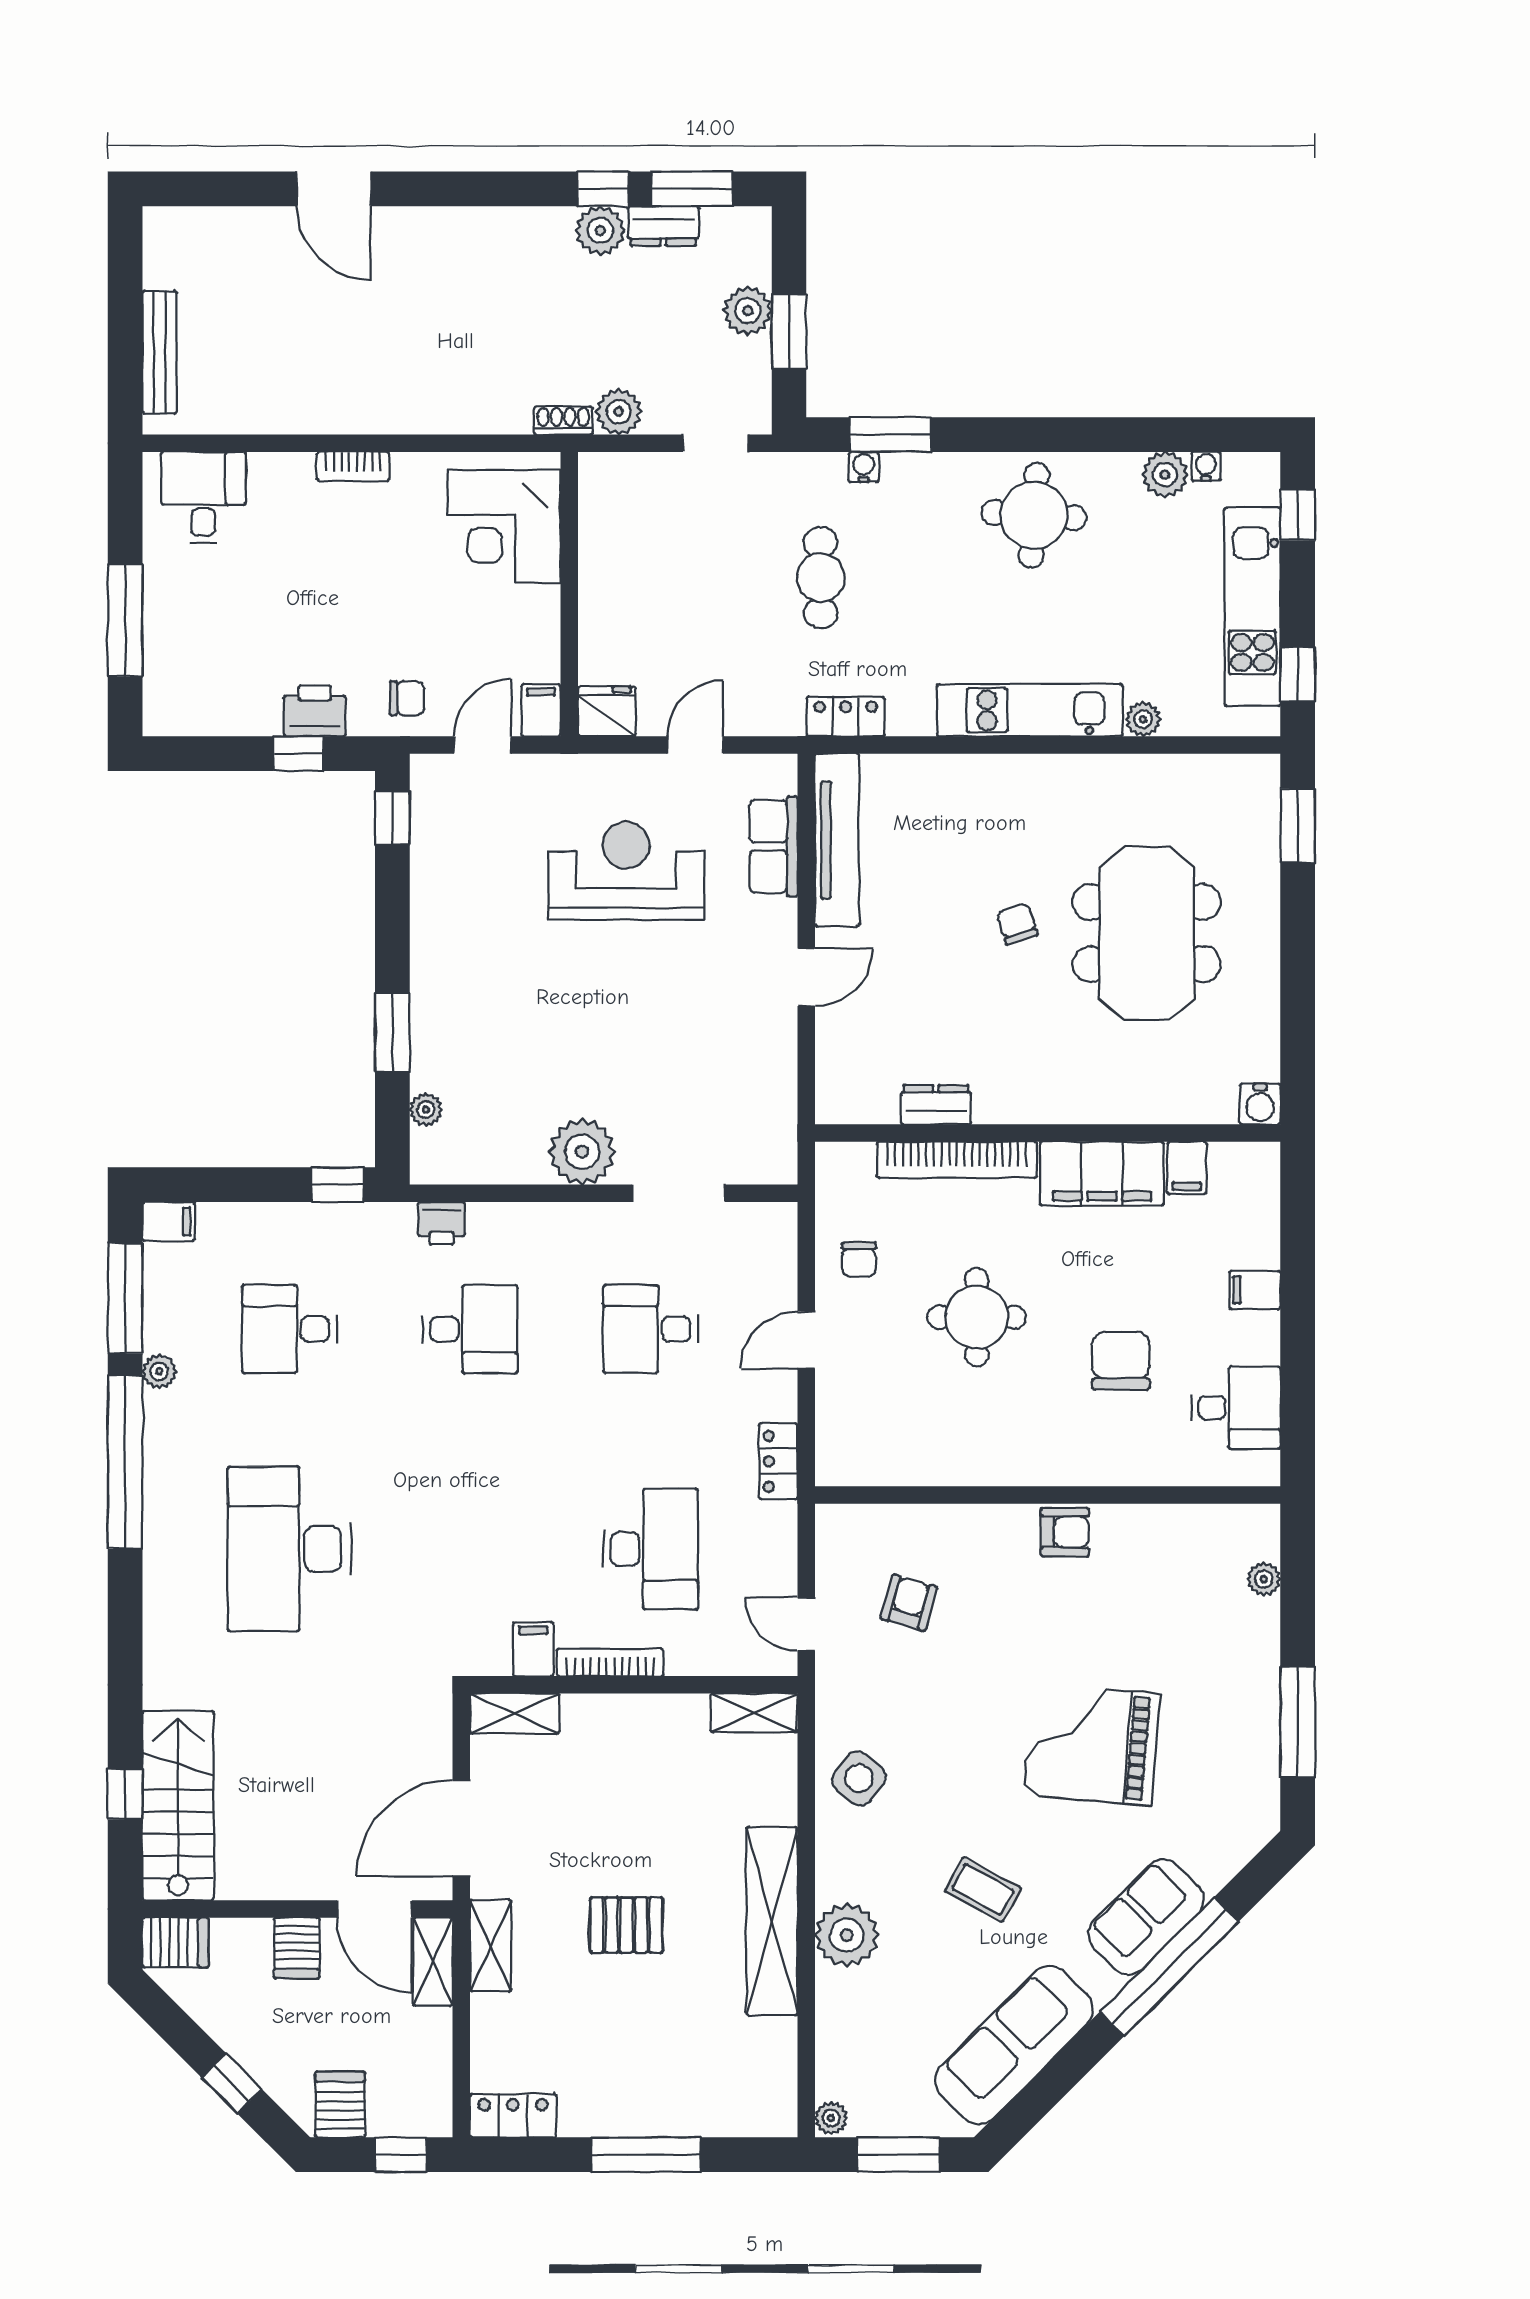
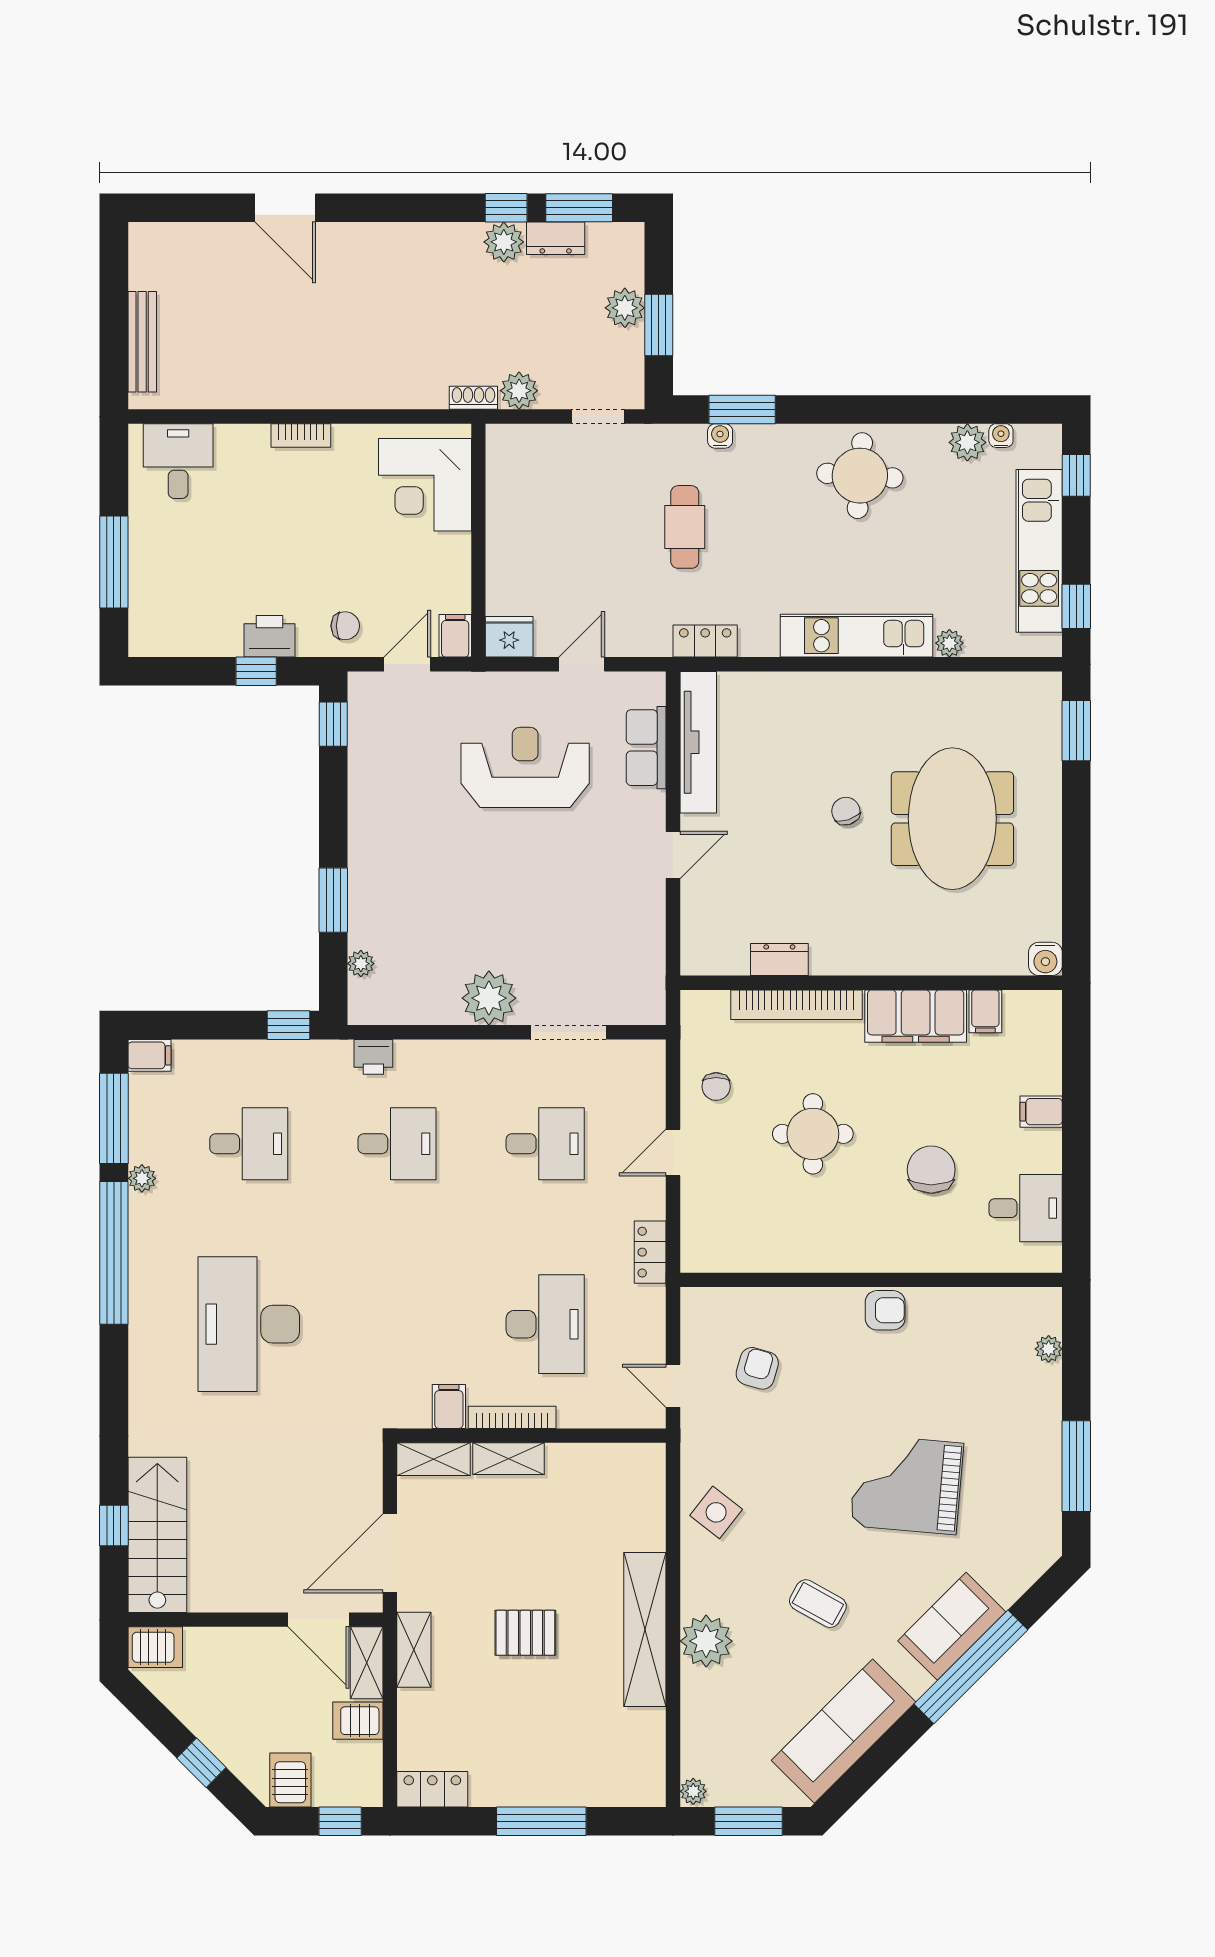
desk: (289, 1329) -> (249, 1144), turned 180
desk: (651, 1329) -> (545, 1144), turned 180
shelving: (754, 1713) -> (509, 1459), moved
server rack: (297, 1948) -> (358, 1721), moved, turned 90

